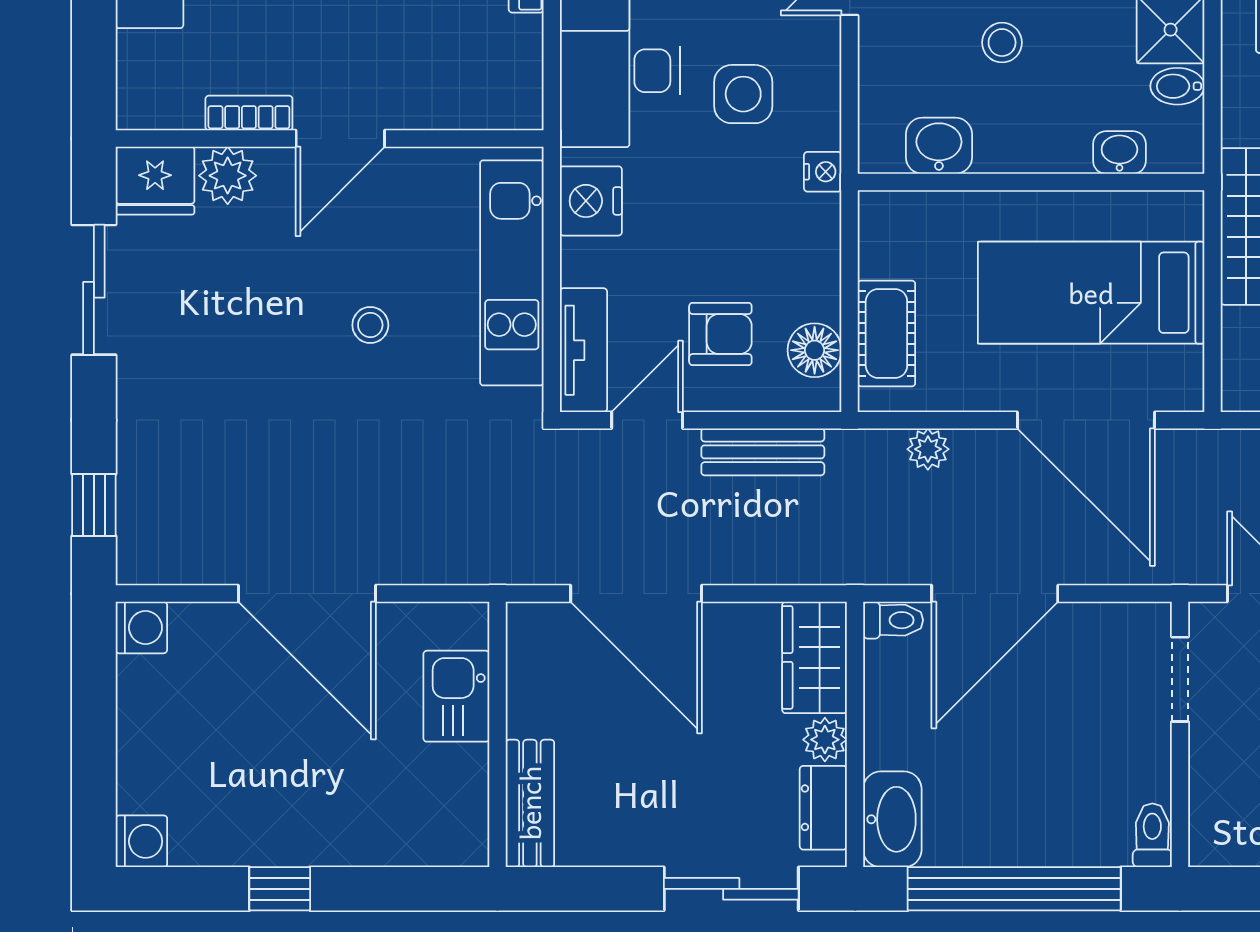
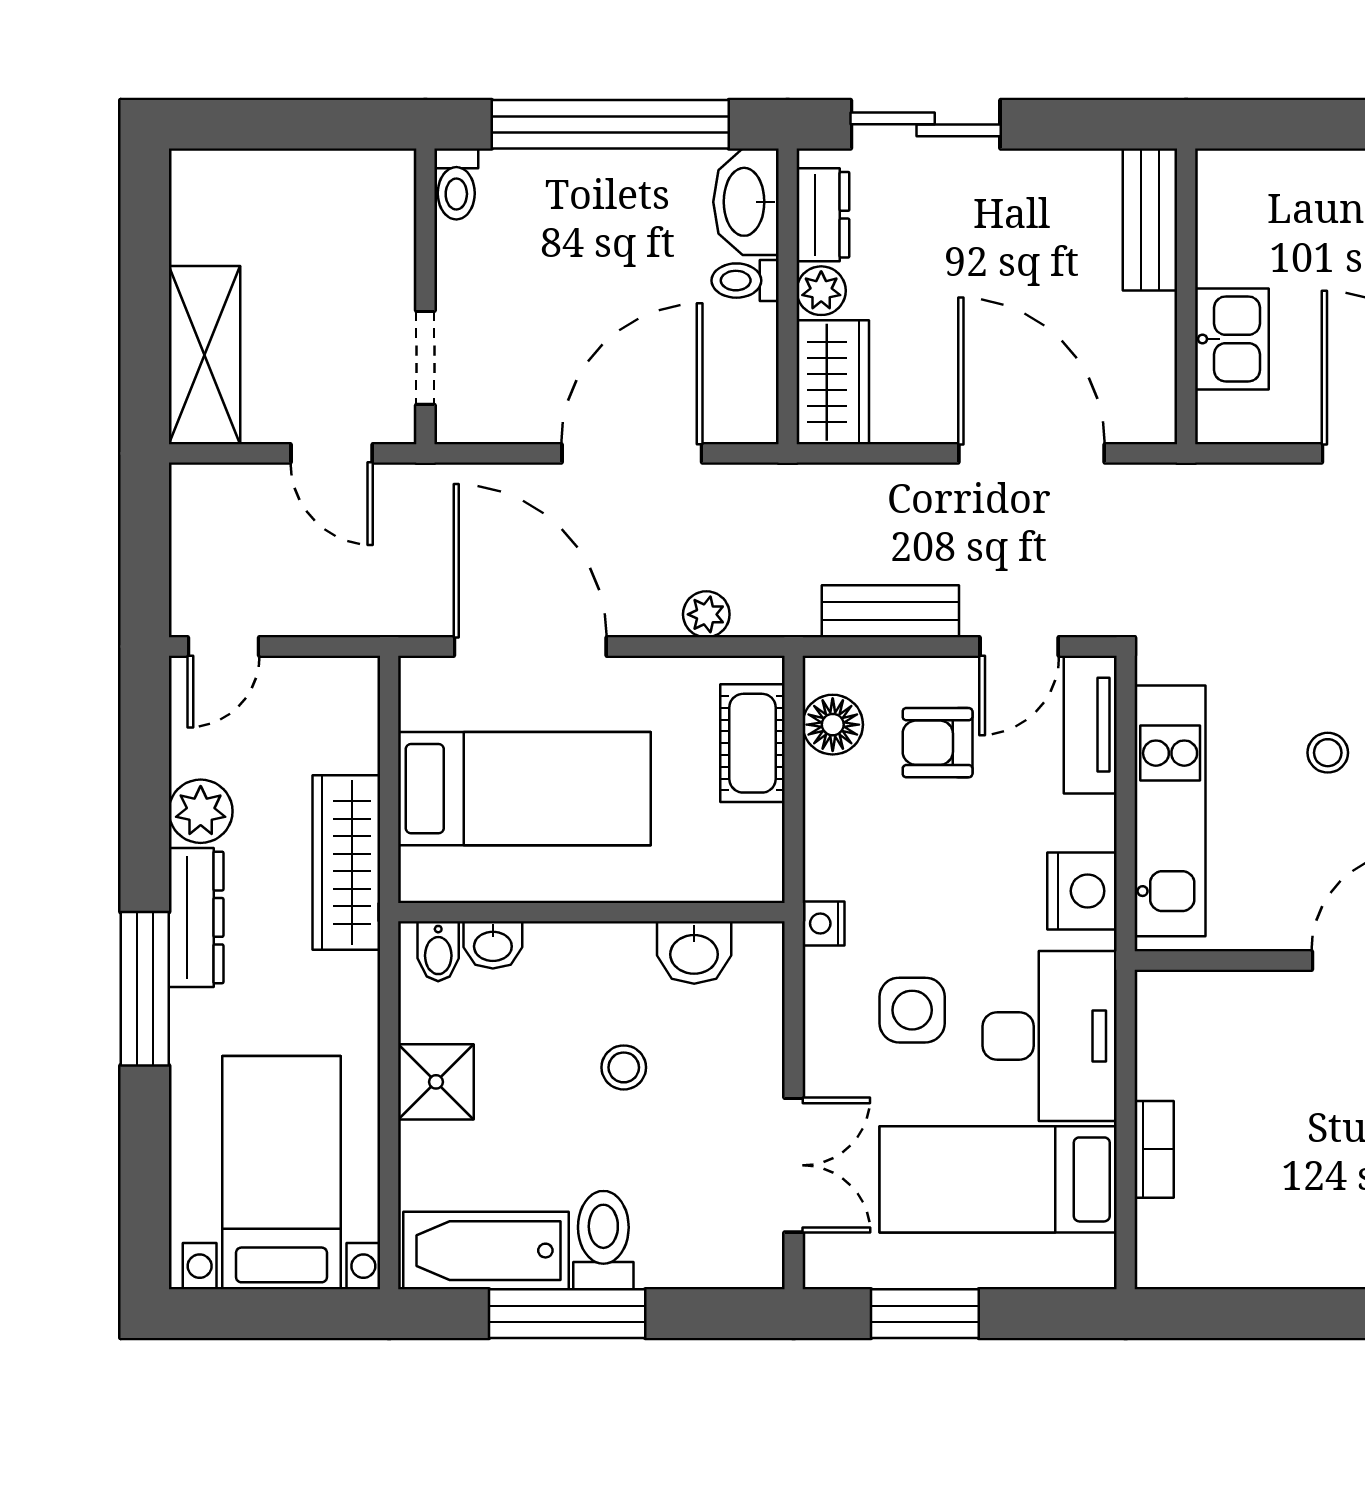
bidet: (1177, 86) -> (438, 951), moved, turned 90
toilet: (893, 620) -> (745, 281), moved

